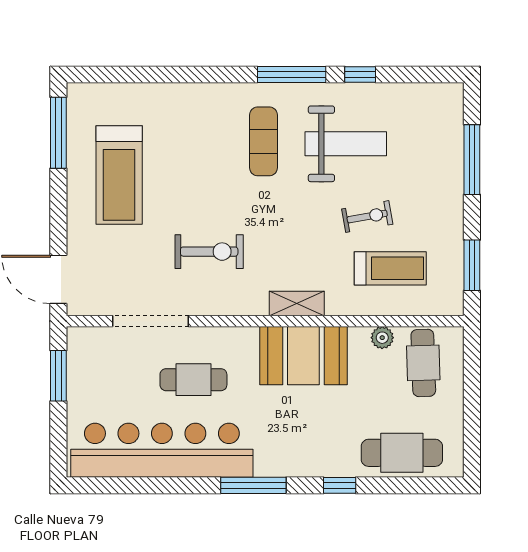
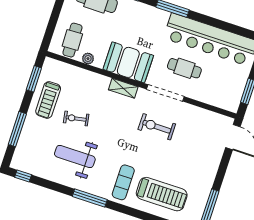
window: (360, 75) -> (23, 176), moved
exercise mat: (263, 141) -> (123, 182), moved
treadmill: (119, 175) -> (162, 194), moved, turned 90
treadmill: (390, 268) -> (48, 100), moved, turned -90
doorway: (150, 321) -> (165, 93), moved

